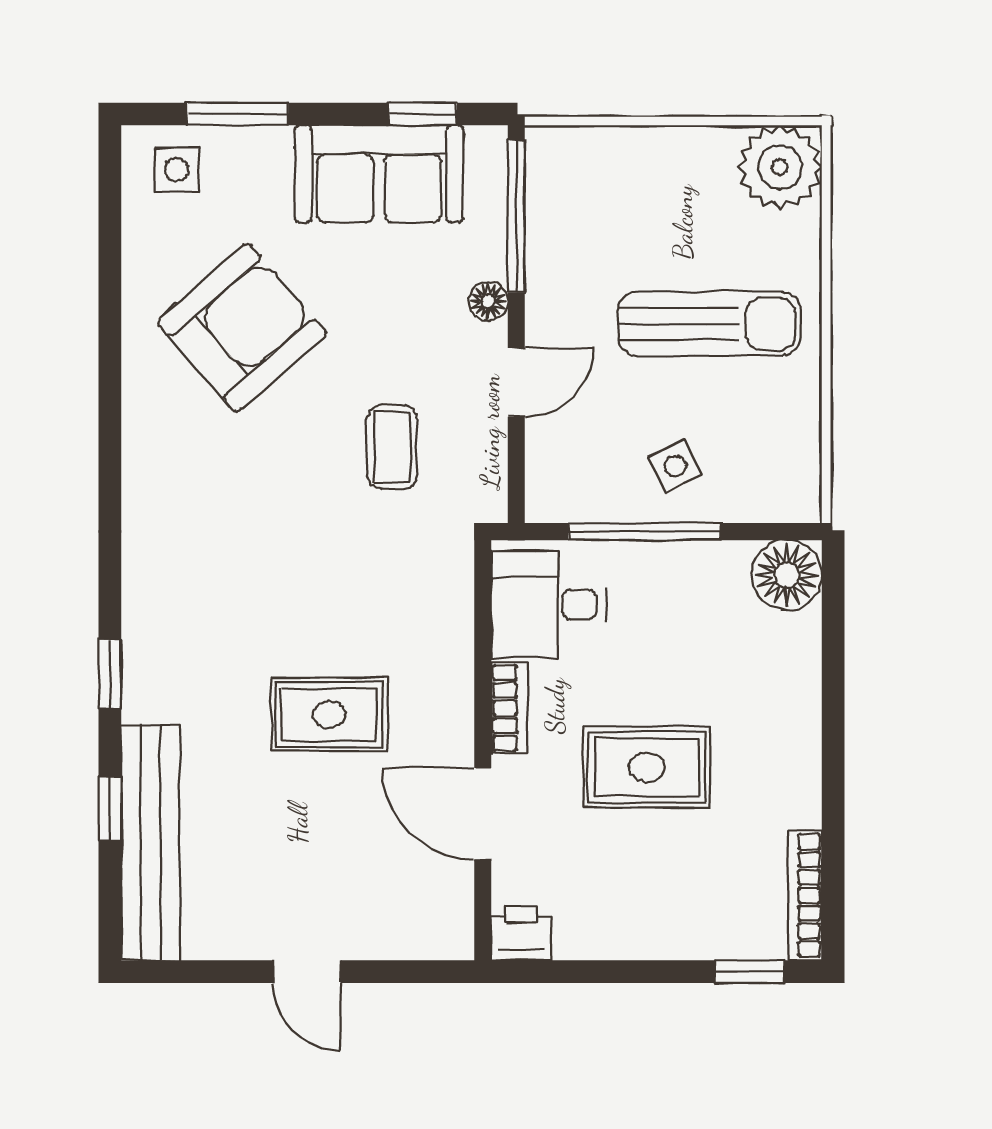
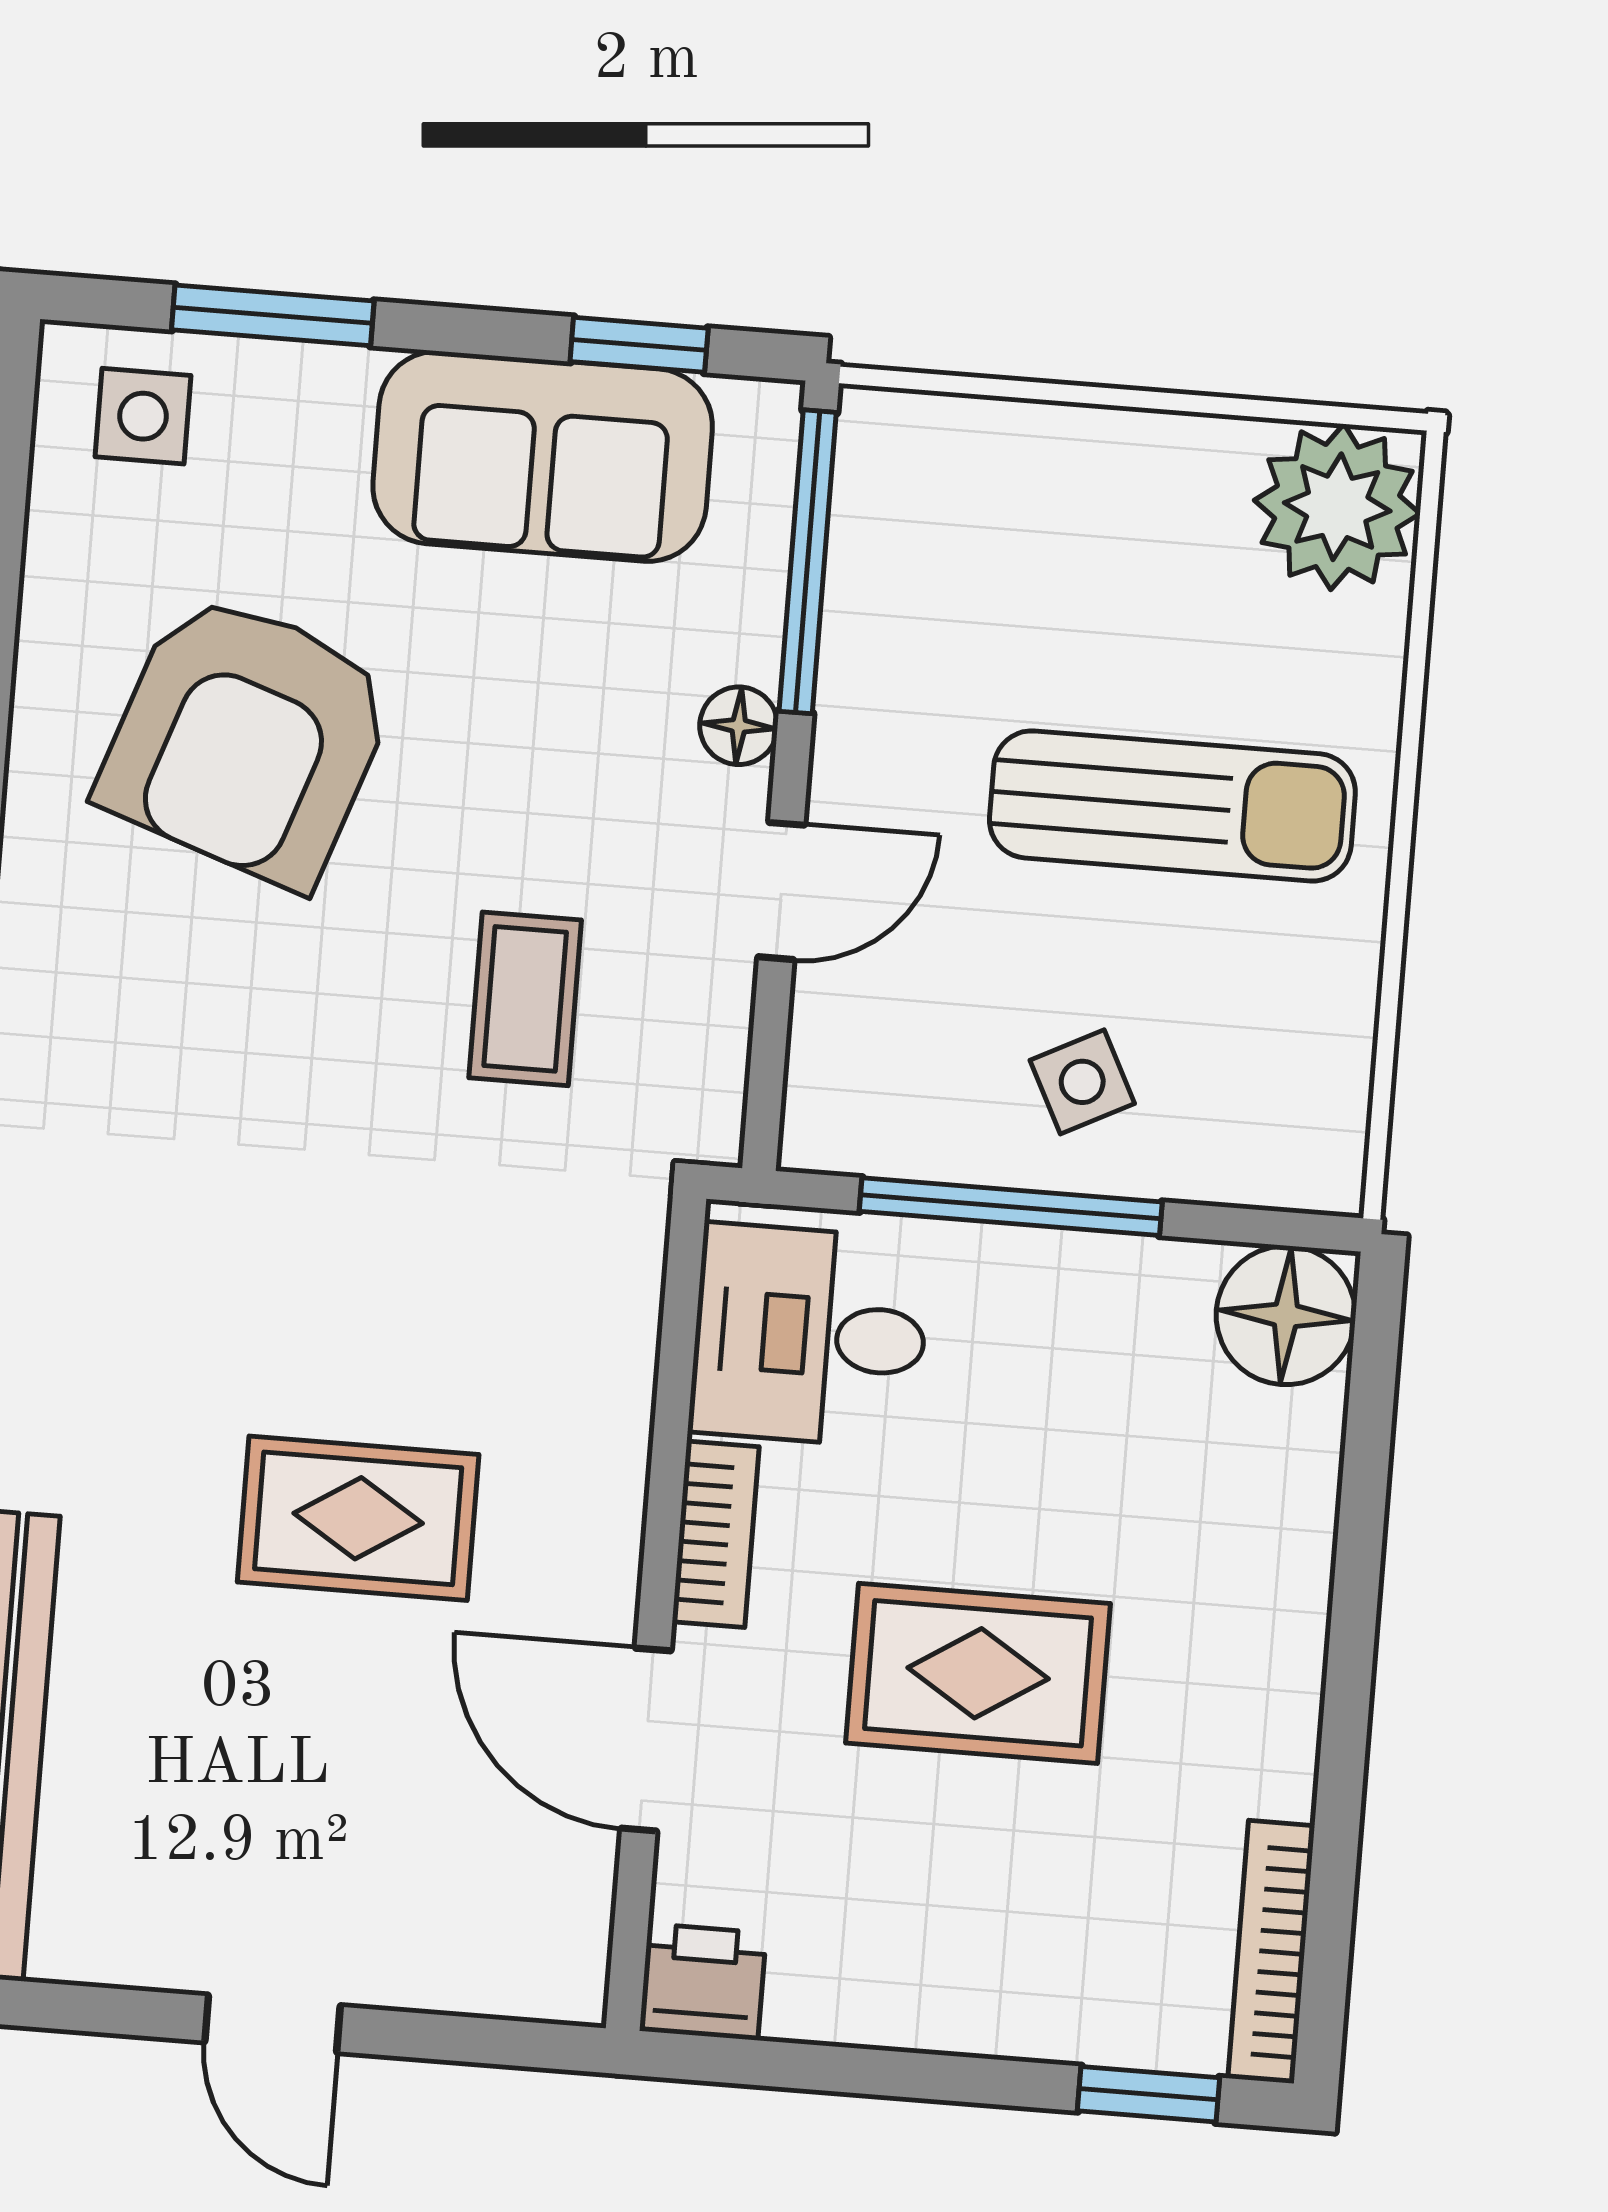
armchair: (242, 328) -> (247, 739), turned 150

